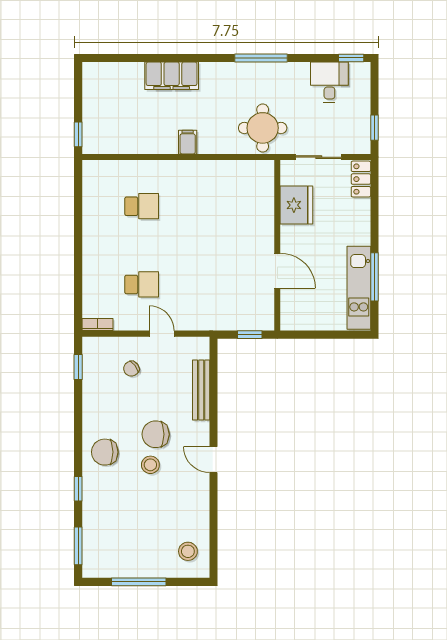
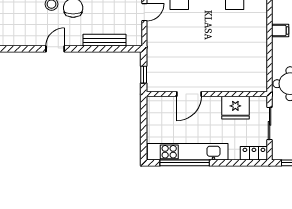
window: (374, 277) -> (185, 163), width x1.46
kitchen unit: (359, 288) -> (188, 152), width x1.36

